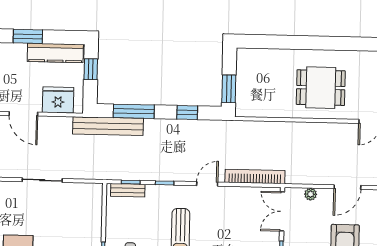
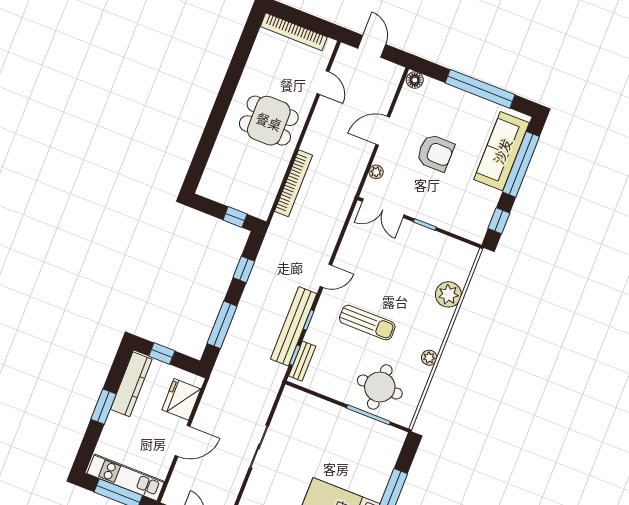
dining table: (321, 88) -> (269, 121), turned 90
window: (229, 89) -> (235, 217), width x0.67
bench: (108, 126) -> (294, 326), moved
bookcase: (255, 177) -> (294, 183), moved, turned 180
door: (207, 184) -> (326, 276), swing flipped
door: (347, 187) -> (383, 131), swing flipped

